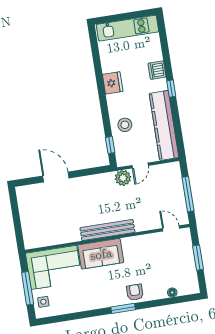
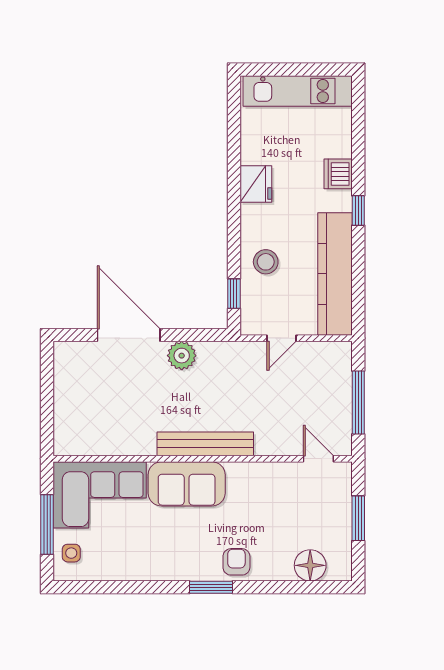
door: (56, 177) -> (129, 335), width x1.36
plant: (123, 178) -> (182, 356), moved
floor lamp: (172, 292) -> (310, 565), width x1.89, depth x1.89

